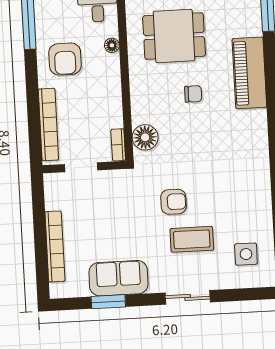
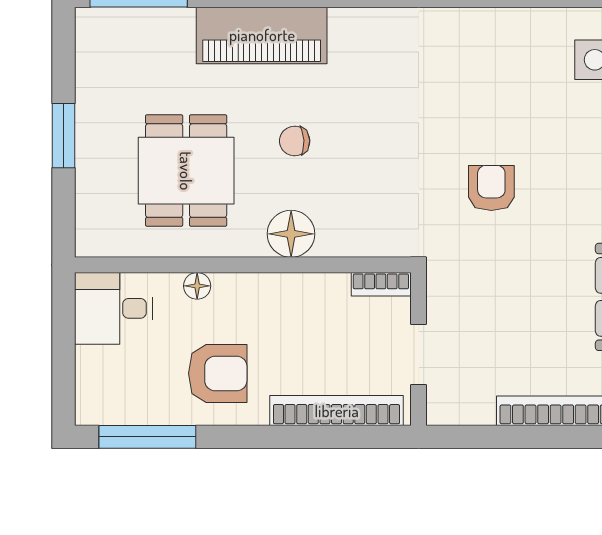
chair: (193, 94) -> (295, 141), turned -93
floor lamp: (145, 137) -> (291, 234), moved
coffee table: (192, 239) -> (562, 158), removed

